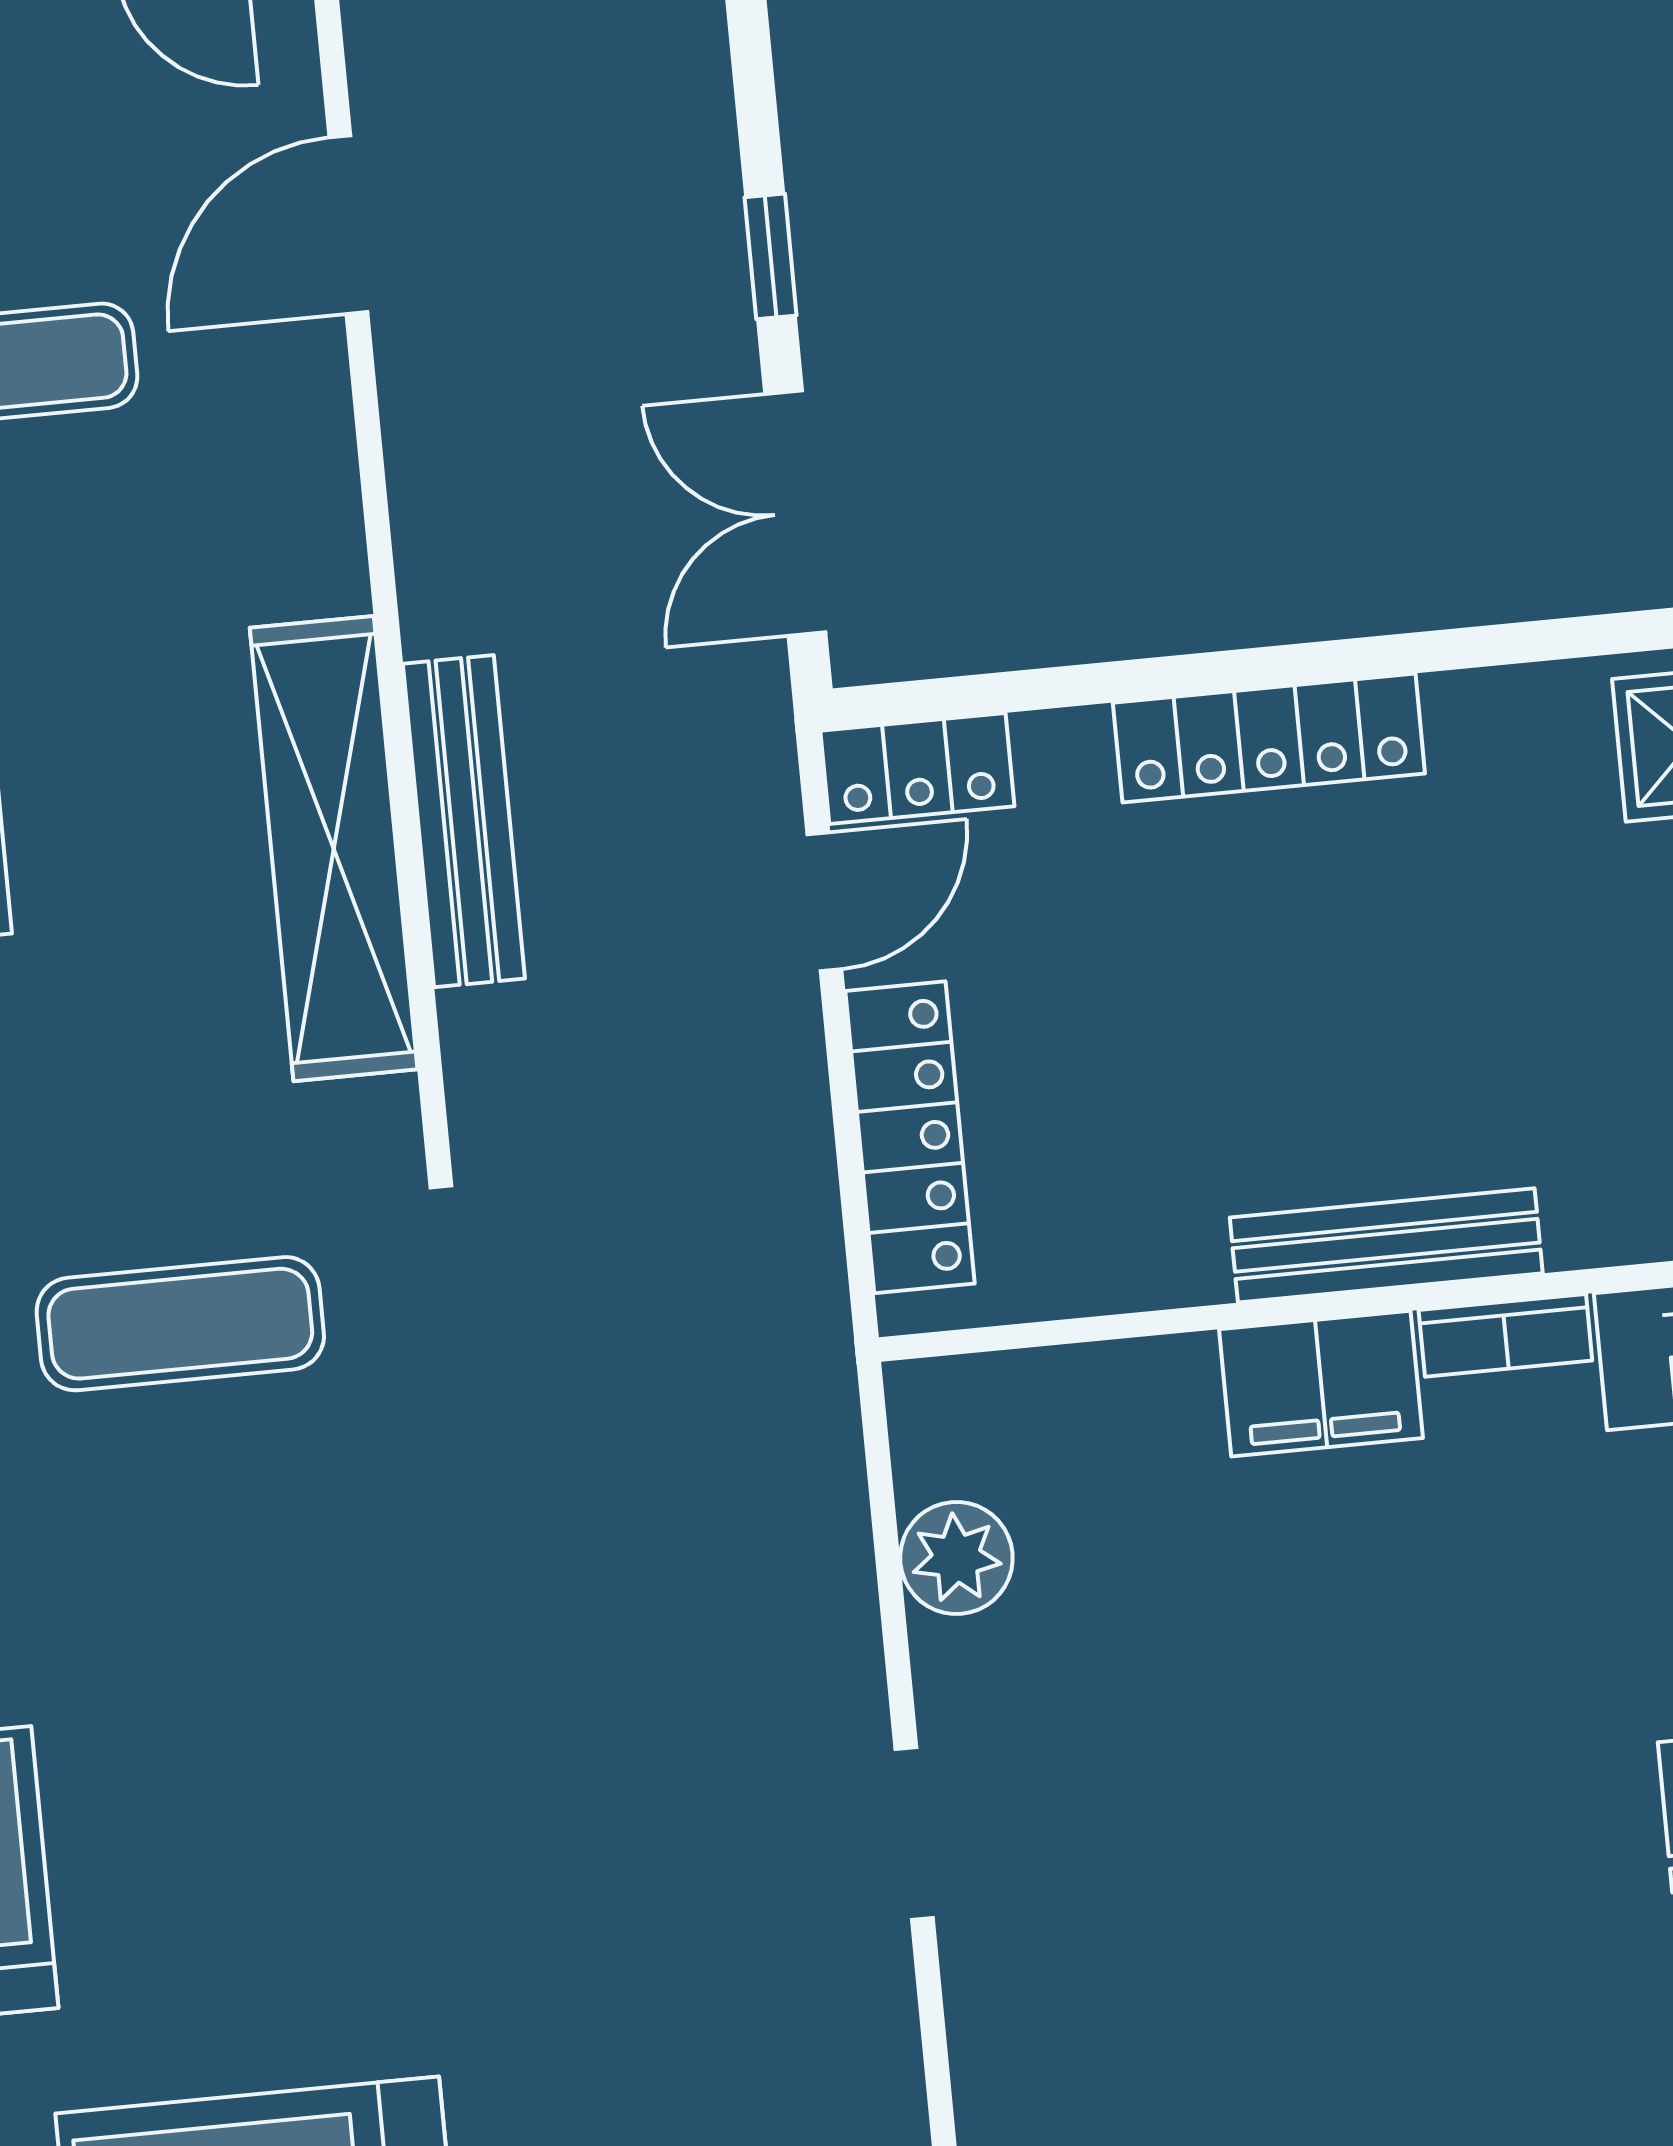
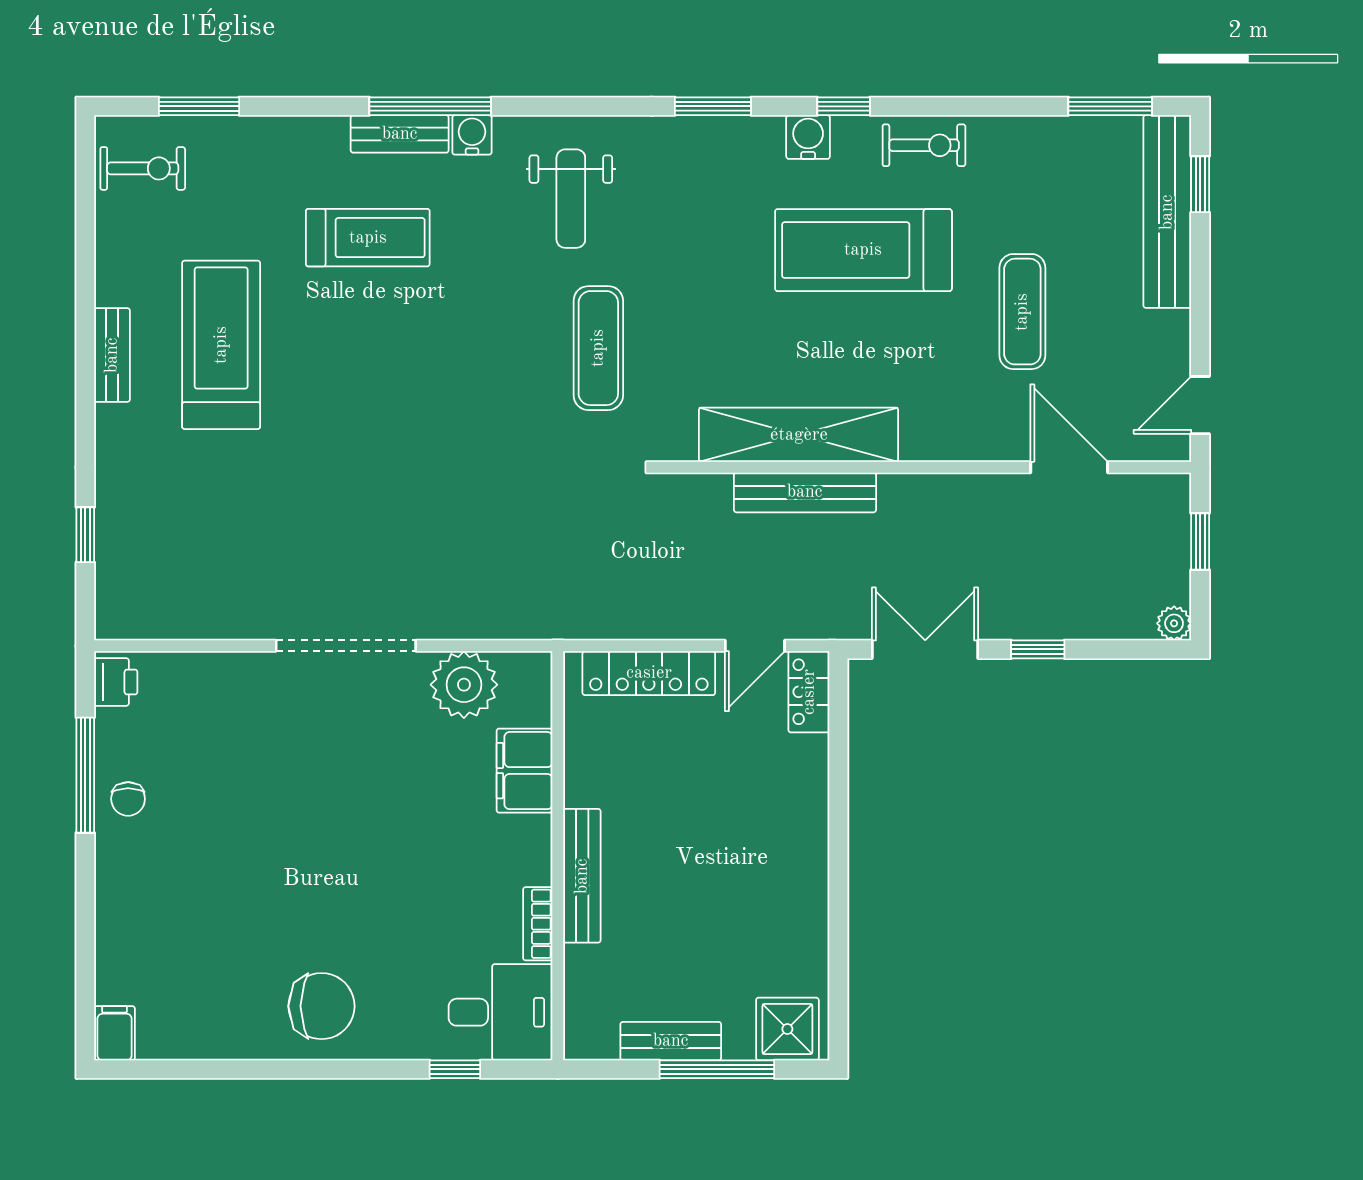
locker: (1269, 738) -> (807, 846), removed
door: (824, 902) -> (755, 646), hinge flipped
filing cabinet: (1321, 1384) -> (524, 771), moved
plant: (956, 1558) -> (464, 685), width x1.36, depth x1.36
doorway: (914, 1833) -> (346, 646), width x1.88

